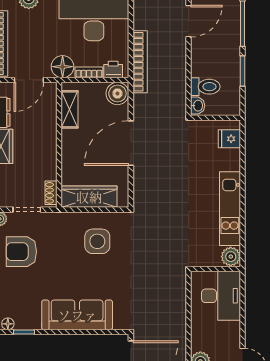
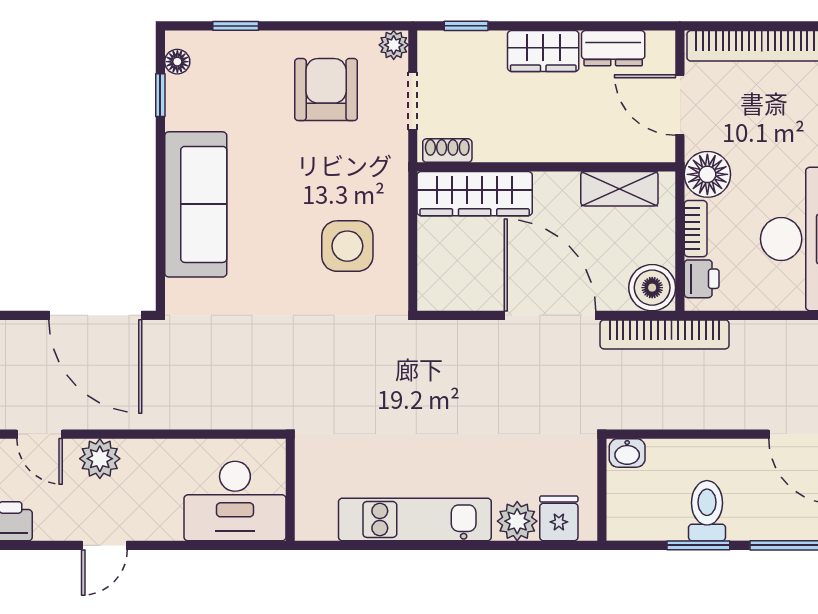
bookcase: (140, 62) -> (665, 334), moved
toilet: (205, 87) -> (707, 511), moved, turned 180
wardrobe: (89, 197) -> (475, 194), moved, turned 90
plant: (231, 257) -> (517, 521), moved

